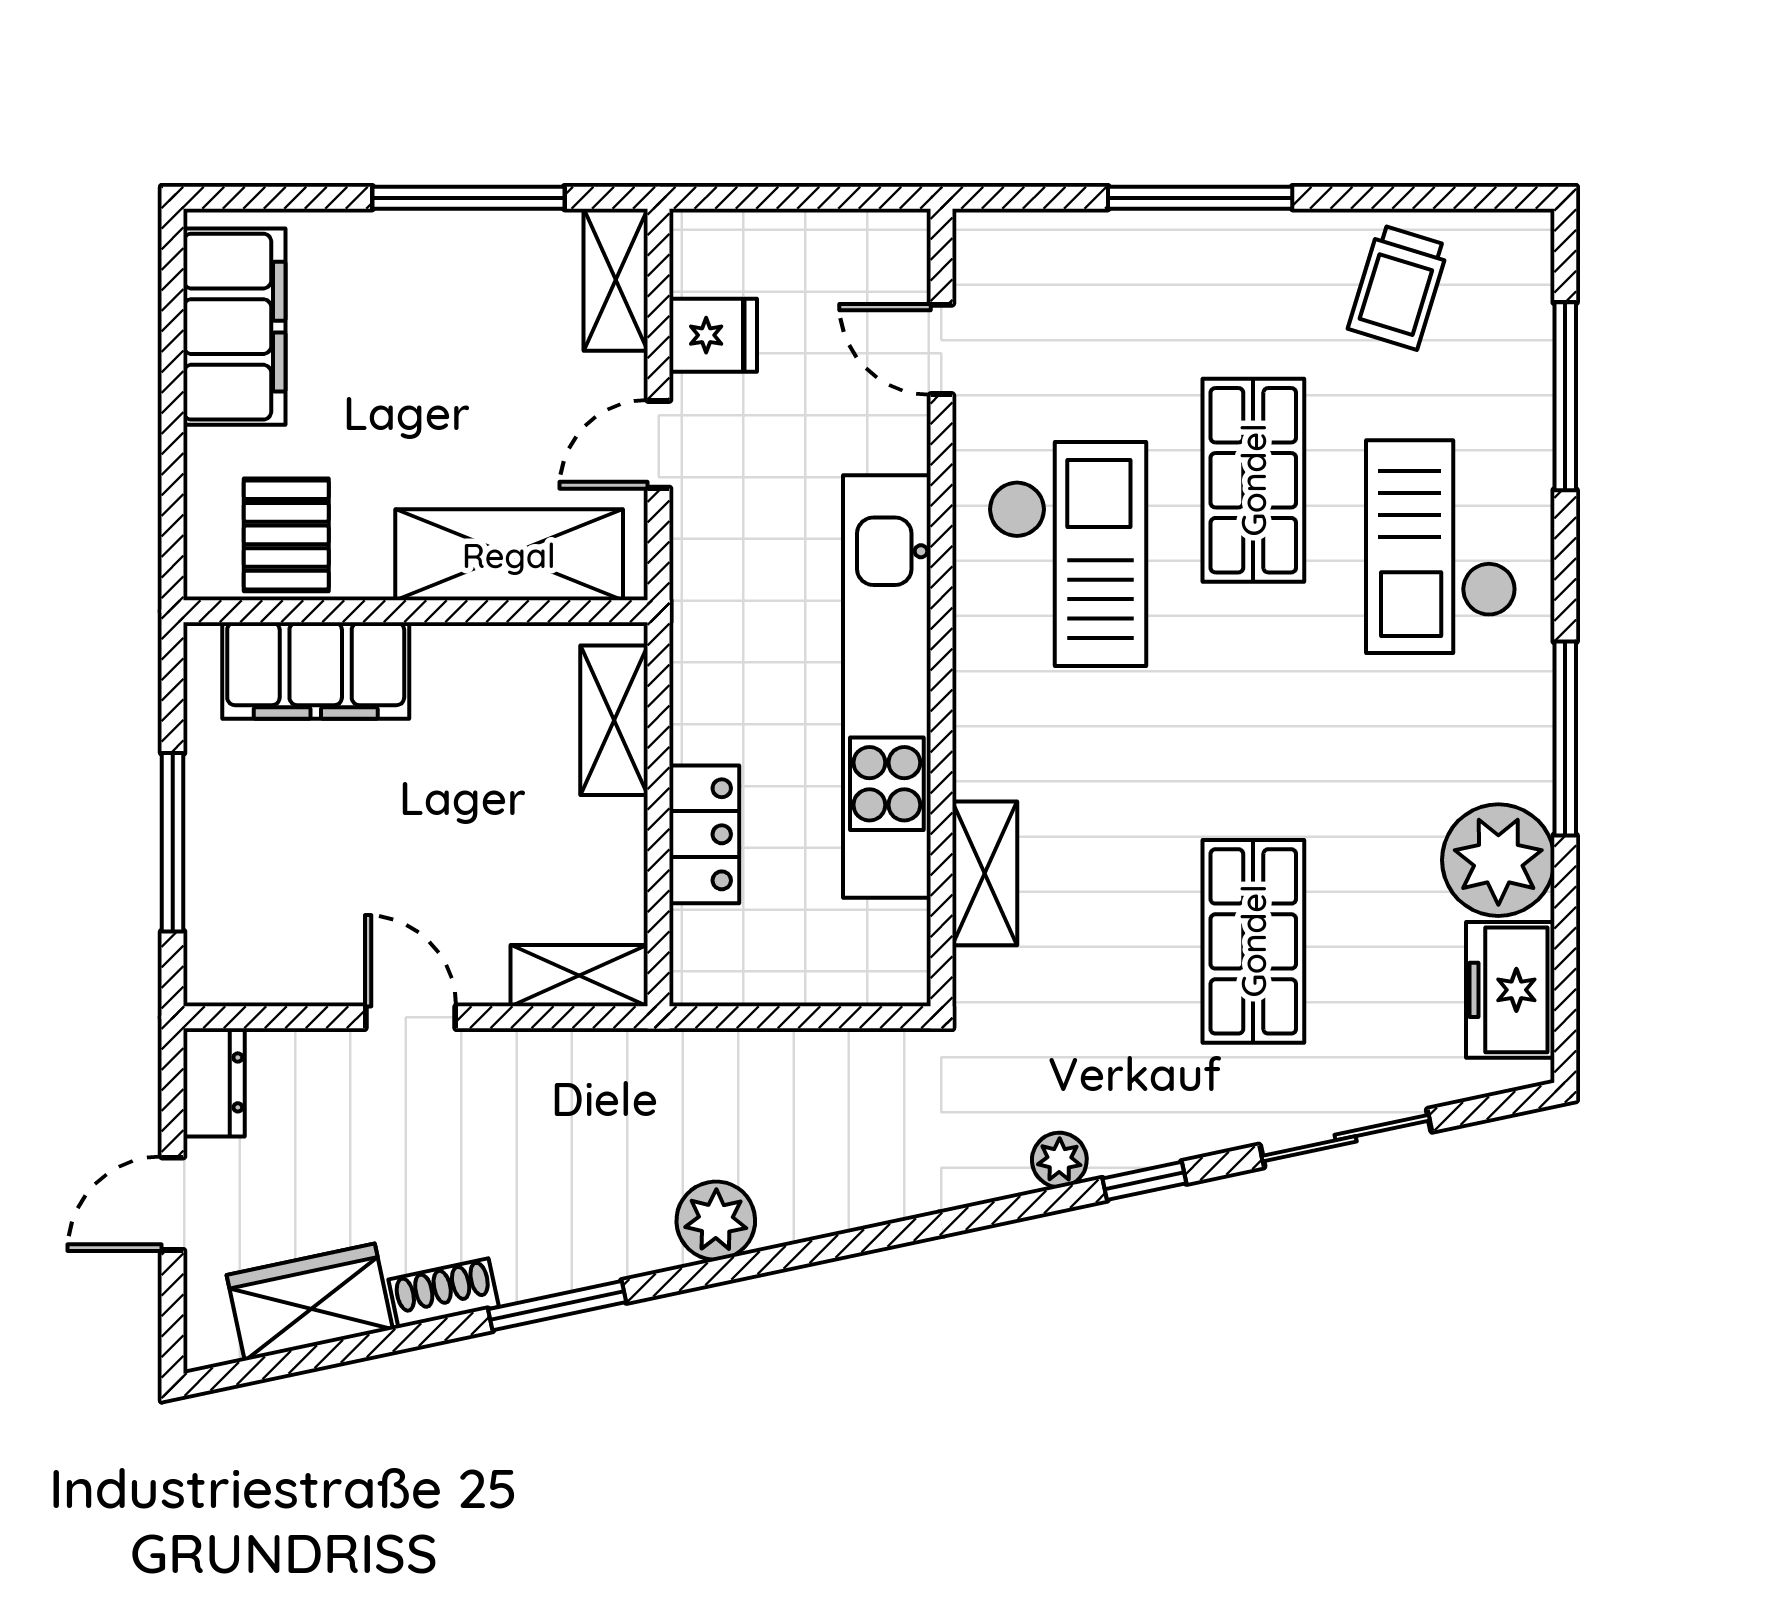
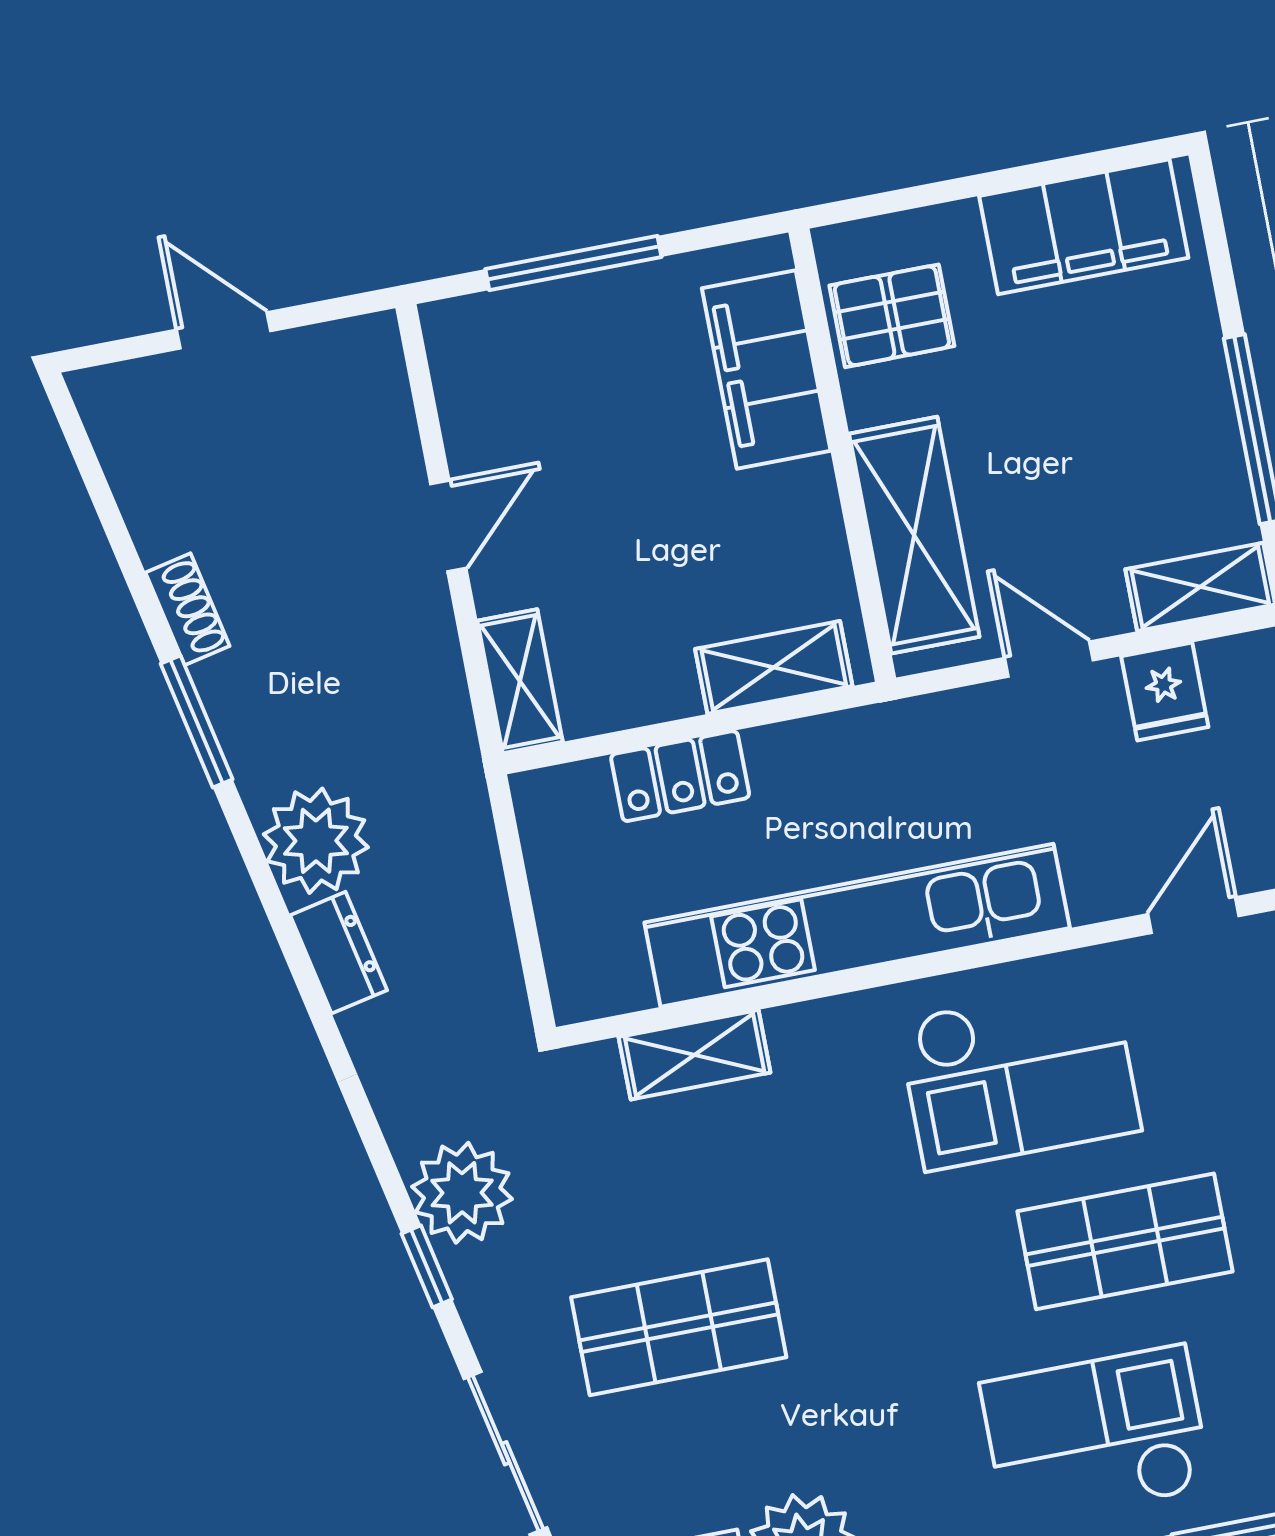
dresser: (214, 1082) -> (339, 953), moved, turned -102
plant: (1059, 1160) -> (462, 1193), width x1.87, depth x1.87
plant: (716, 1221) -> (316, 841), width x1.36, depth x1.36
wardrobe: (310, 1302) -> (154, 481), removed

